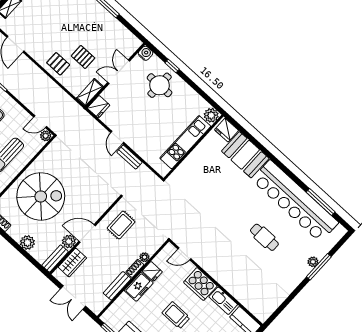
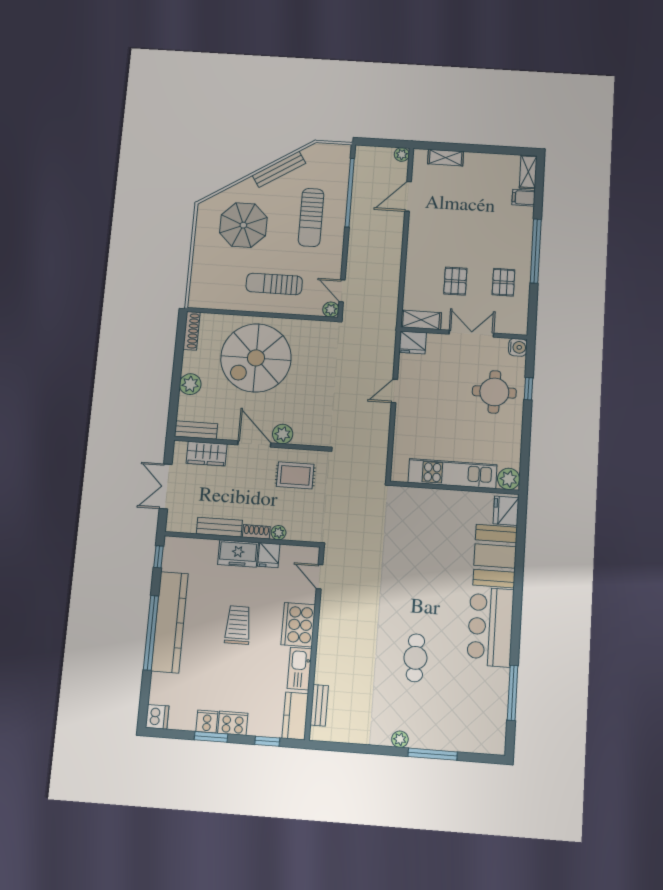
pallet: (58, 64) -> (503, 282), moved
bench: (129, 157) -> (319, 705), moved
spiral stairs: (41, 196) -> (256, 358), turned 90
bar counter: (295, 201) -> (490, 627), width x0.54
plant: (69, 241) -> (283, 434), moved
plant: (313, 262) -> (400, 739), moved

